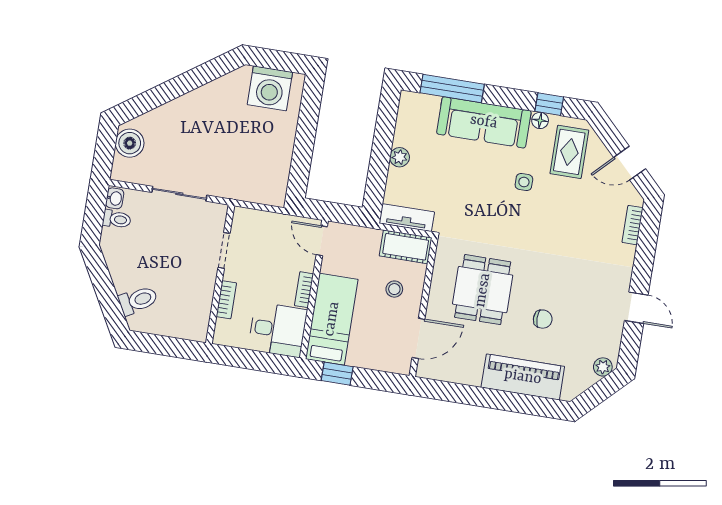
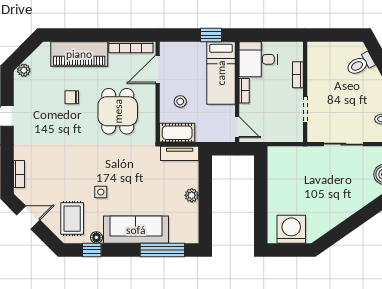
bookcase: (450, 375) -> (131, 47), added

